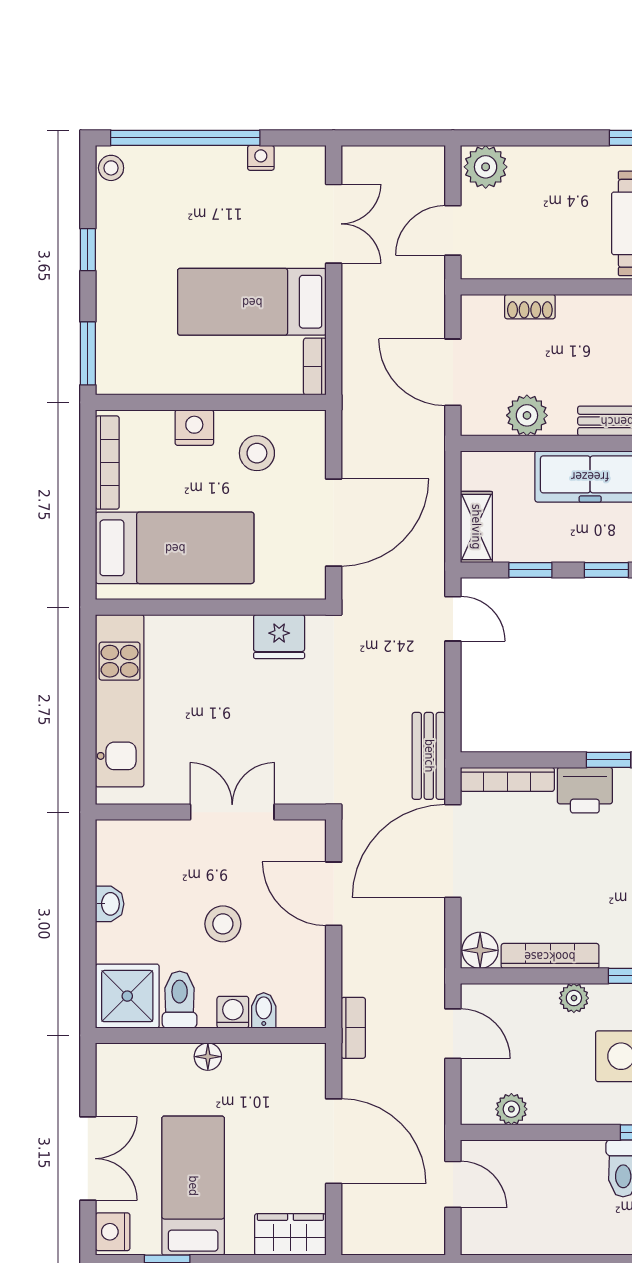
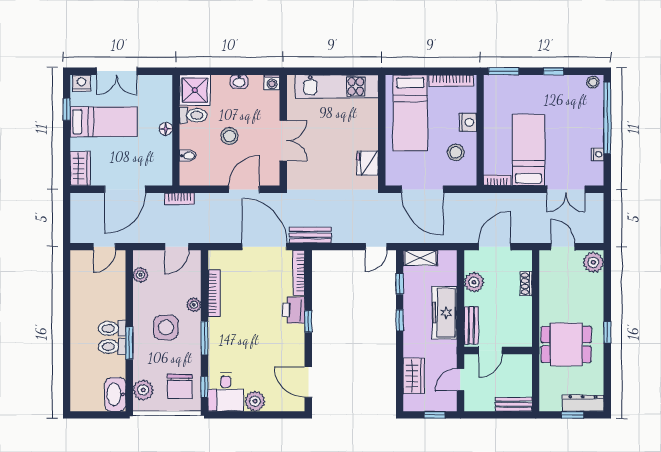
floor lamp: (480, 950) -> (217, 260), removed
washing machine: (233, 1012) -> (272, 82), moved, turned 90

